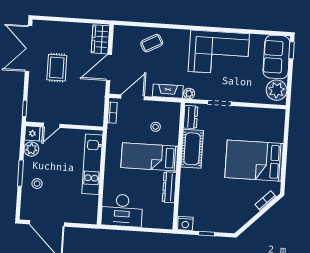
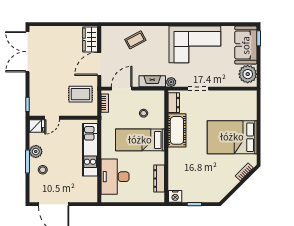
rug: (57, 68) -> (80, 94), moved, turned 90
plant: (31, 149) -> (36, 151), moved
dresser: (169, 187) -> (159, 178), moved
desk: (122, 210) -> (115, 177), moved, turned 90

